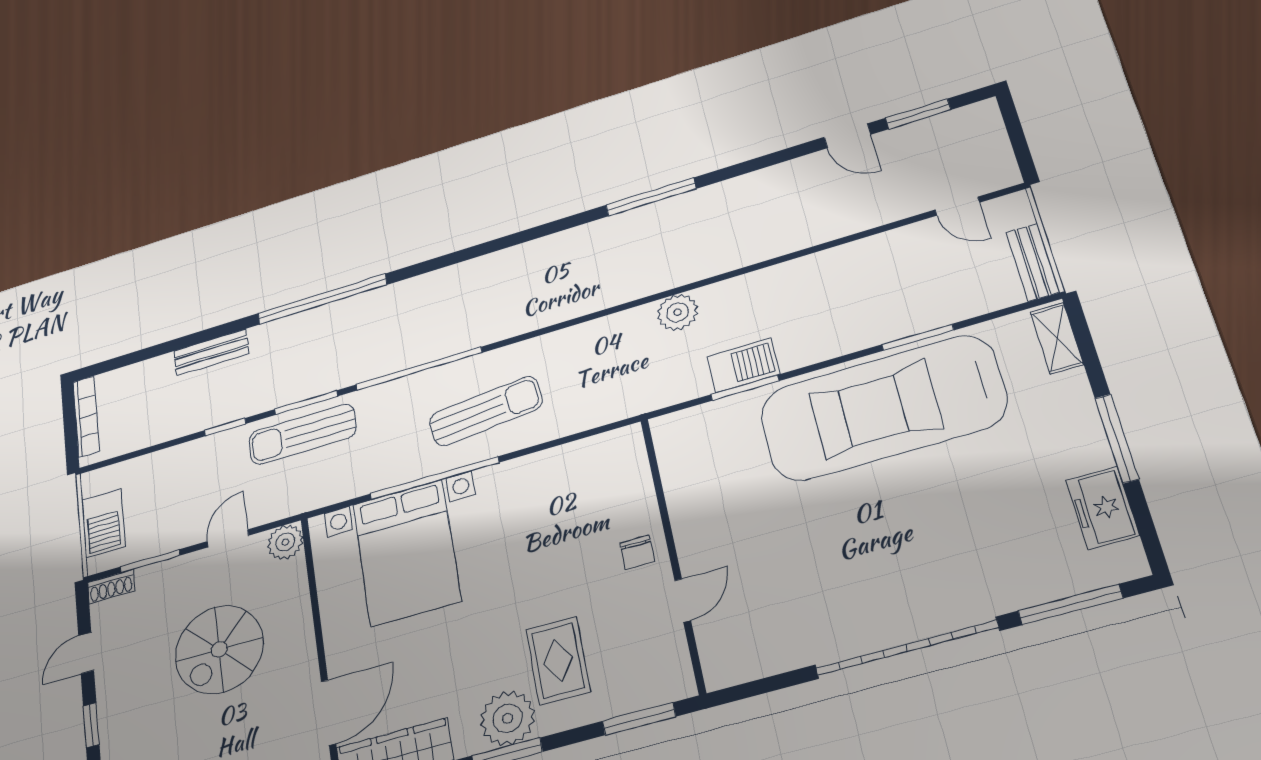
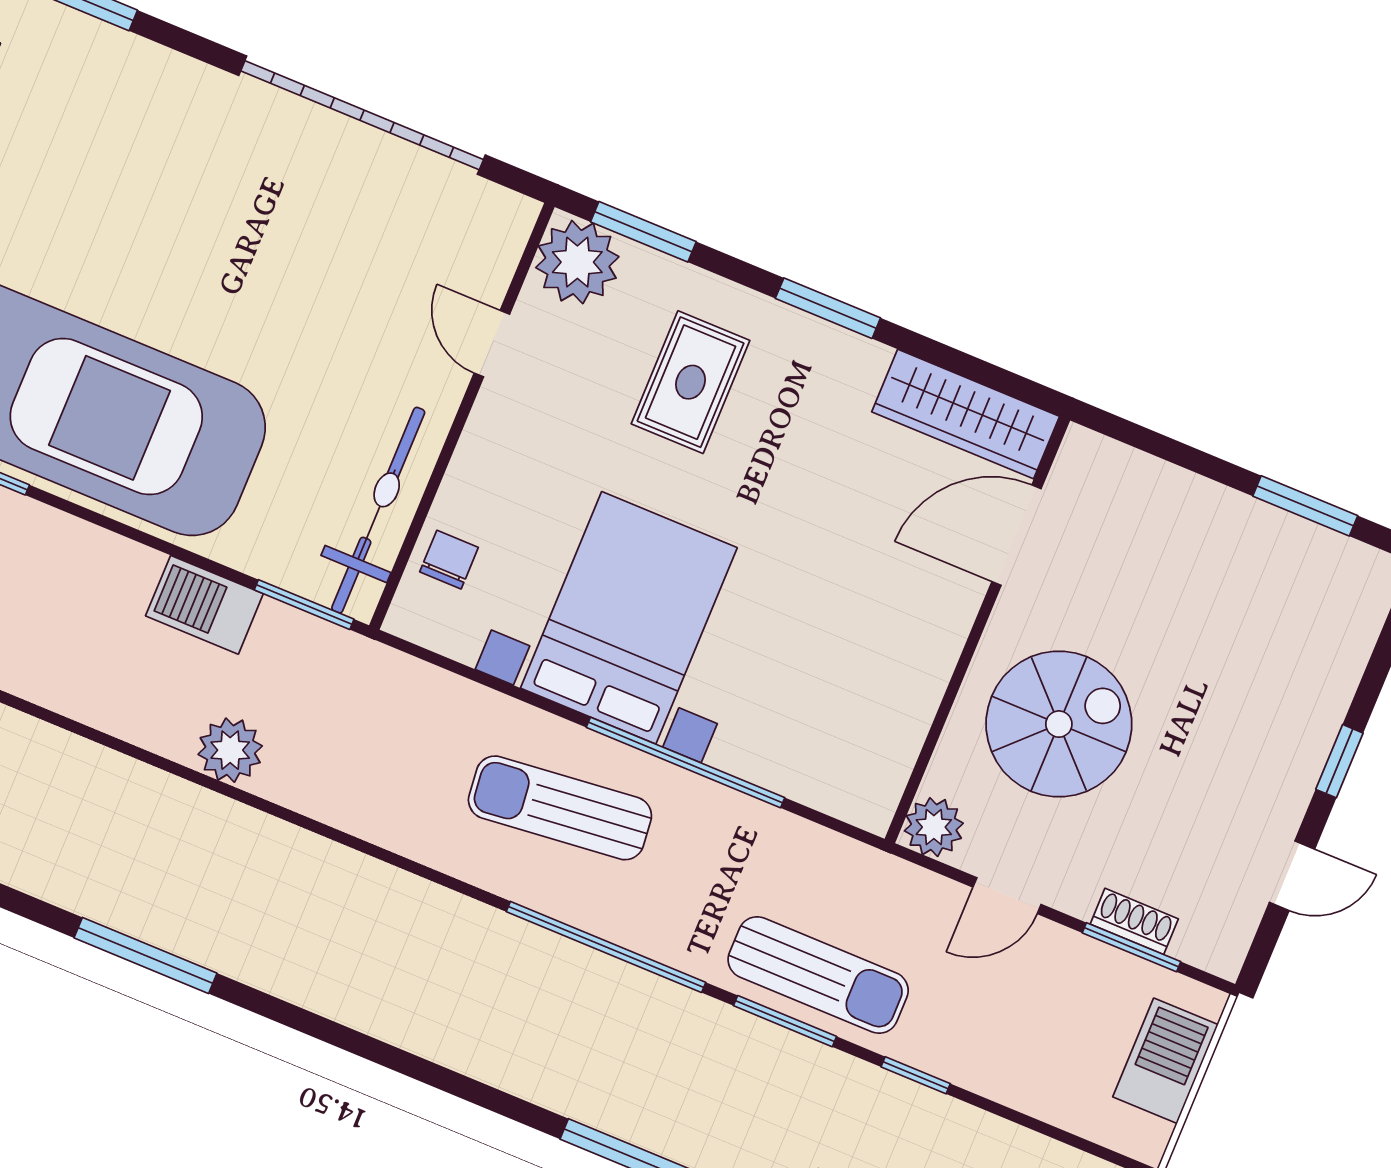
window: (745, 388) -> (304, 605), moved
bicycle: (684, 475) -> (378, 510), added
bed with nightstands: (407, 552) -> (629, 618), moved
chair: (637, 552) -> (449, 560), moved
shoe rack: (111, 587) -> (1134, 921), moved
door: (683, 600) -> (492, 344), hinge flipped
garage door: (907, 648) -> (362, 115), moved
spiral stairs: (219, 650) -> (1059, 724), moved
plant: (508, 718) -> (577, 262), moved

